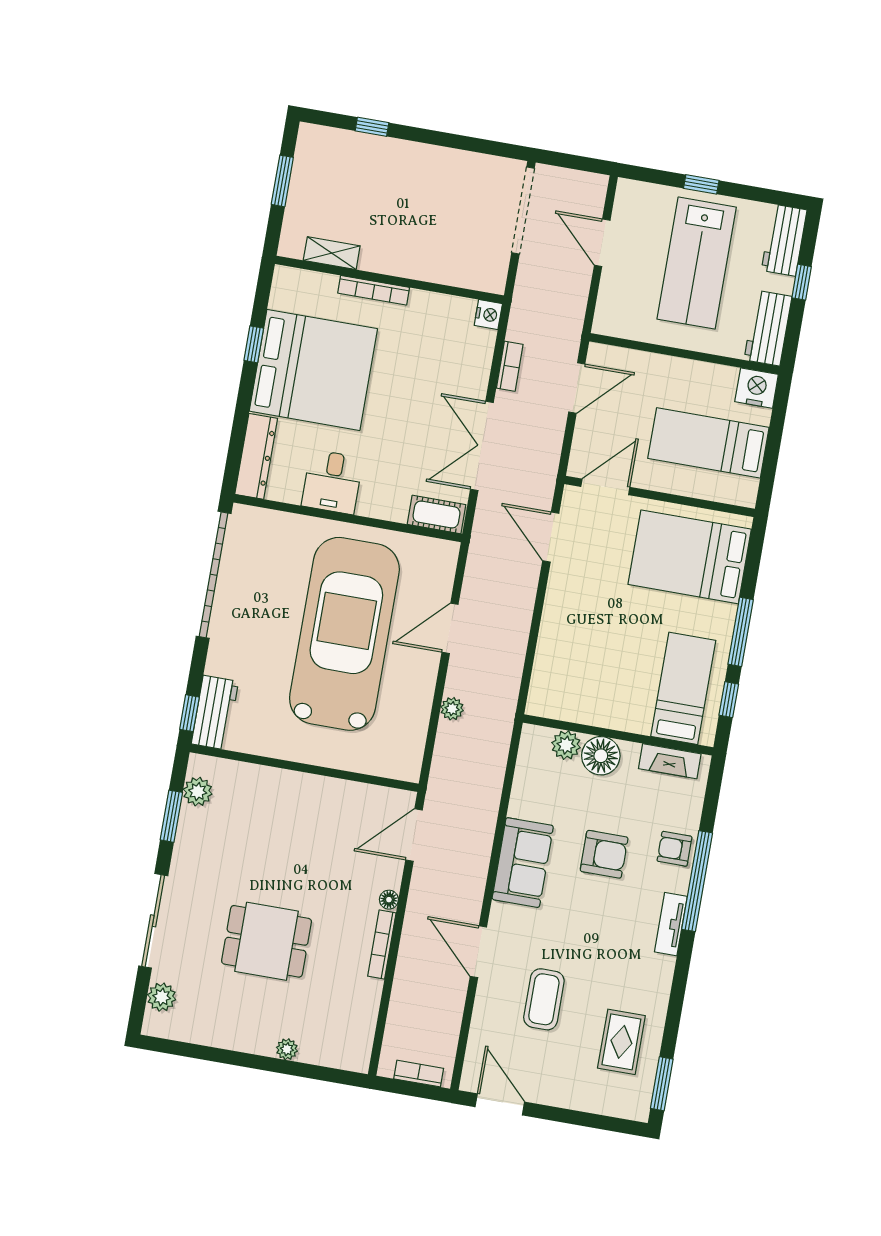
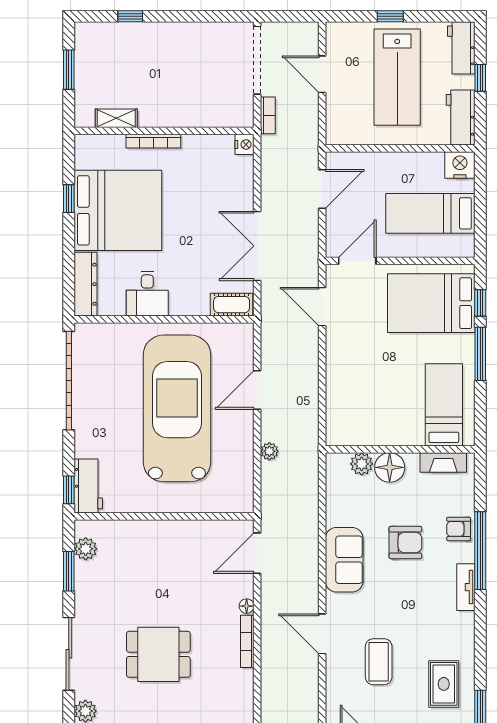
bookcase: (510, 366) -> (268, 115), moved
window: (729, 700) -> (480, 303), moved

